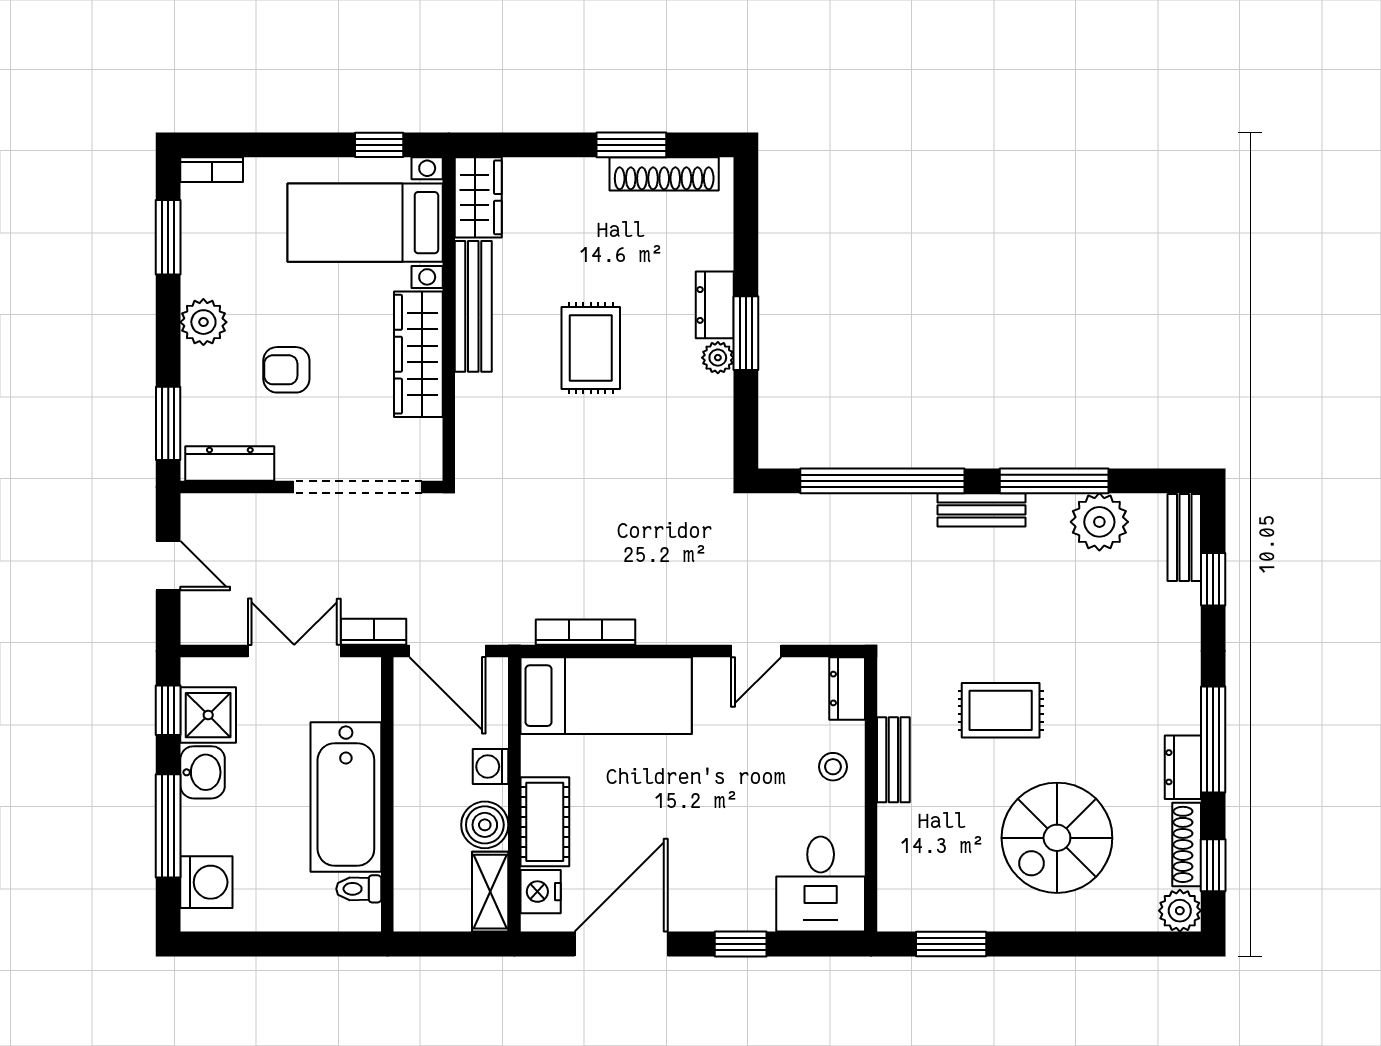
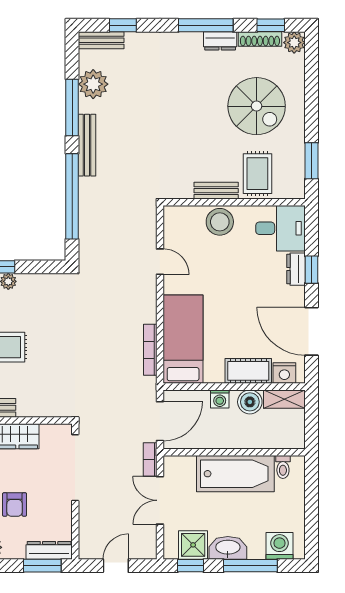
dresser: (230, 464) -> (49, 550), moved, turned 90
bench: (981, 510) -> (87, 145), width x1.36
dresser: (847, 689) -> (296, 269), moved, turned 90
rug: (1001, 710) -> (257, 174), moved
stool: (833, 767) -> (220, 222), width x1.89, depth x1.89
washbasin: (203, 772) -> (228, 548), width x1.38

